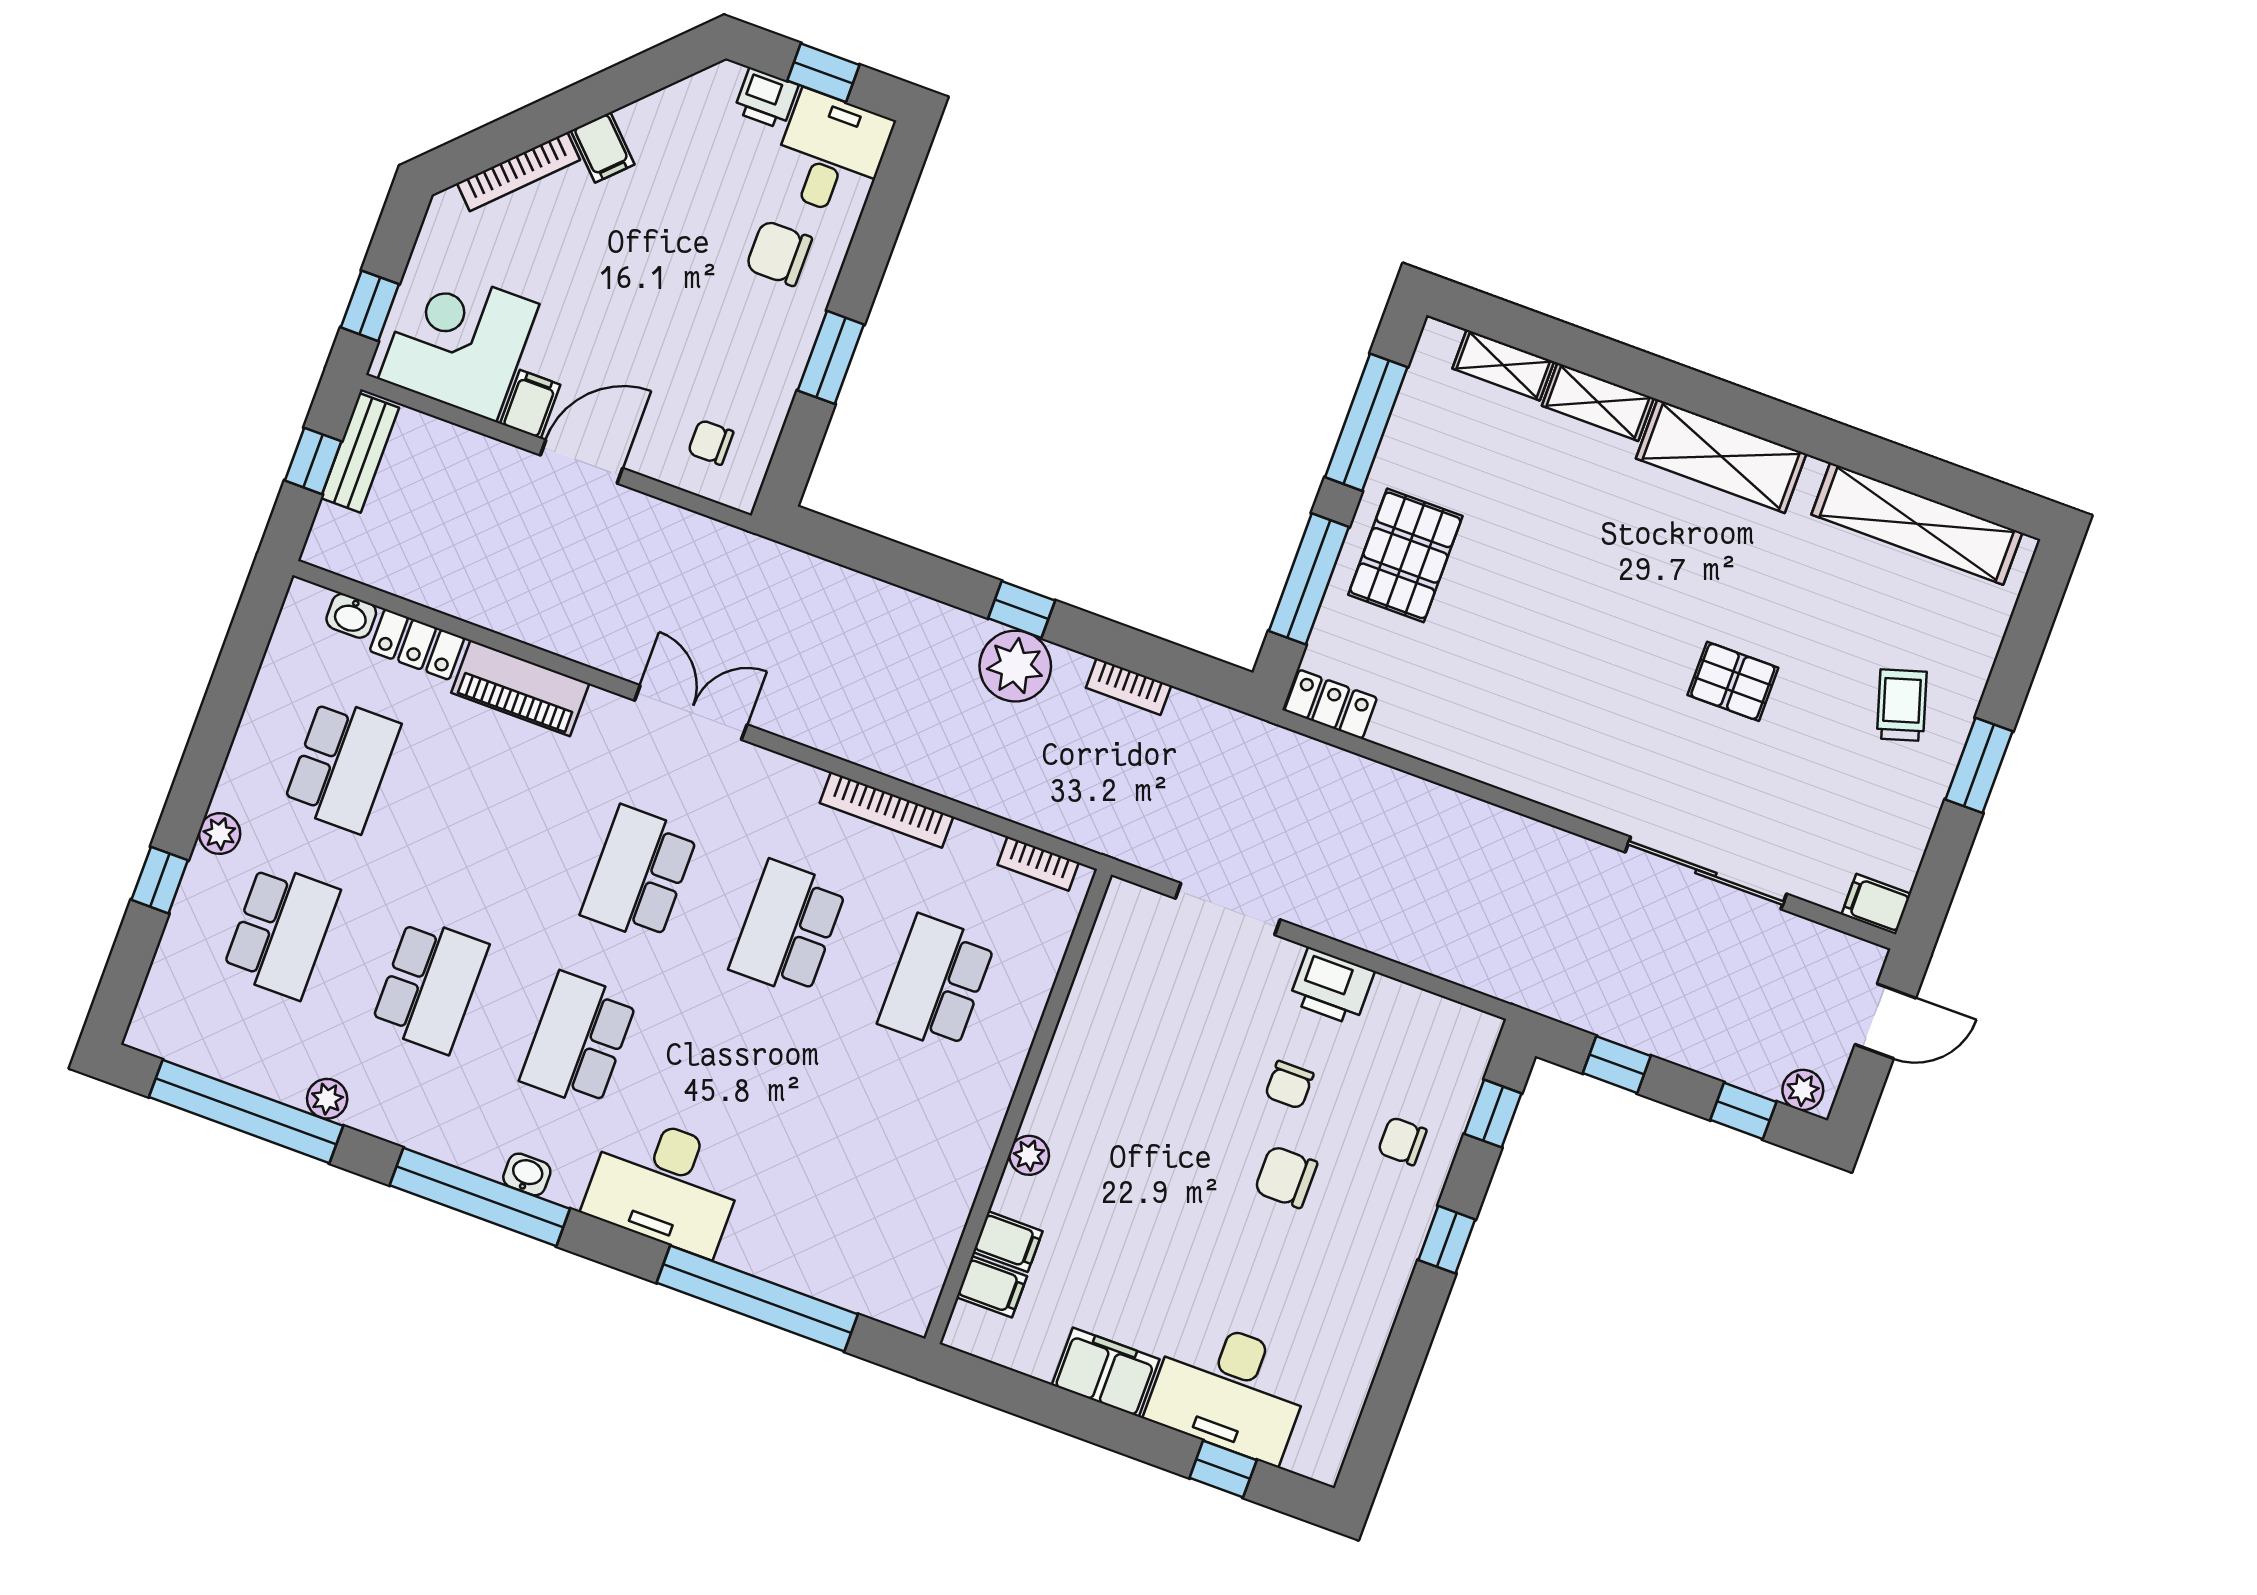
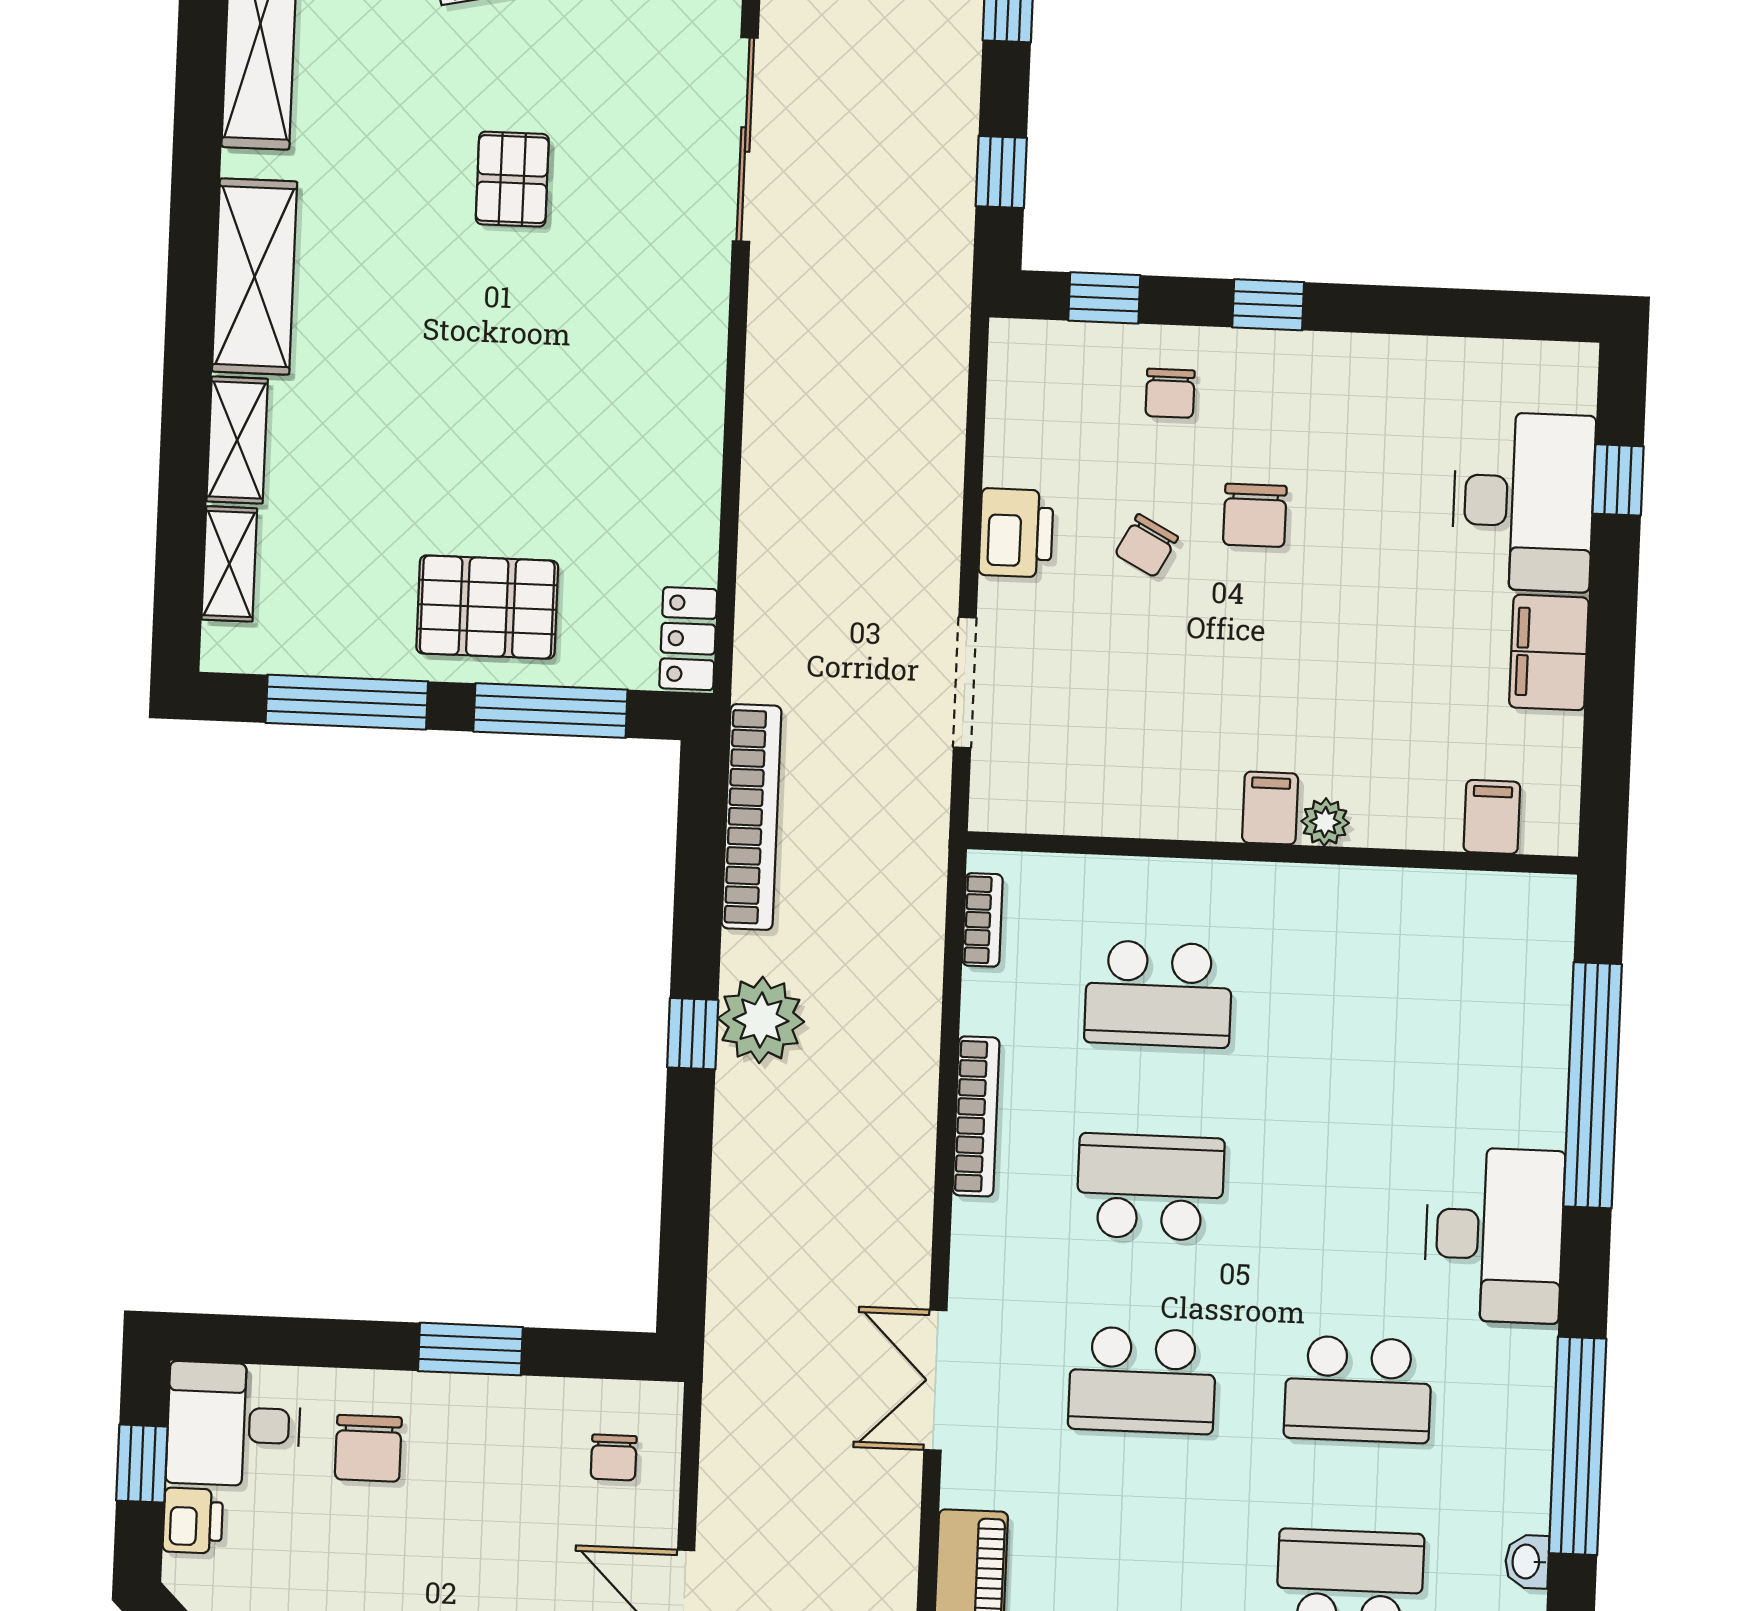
bookcase: (1129, 687) -> (751, 817), width x2.31, depth x1.31
school desk: (788, 928) -> (1150, 1187), turned 180
chair: (1289, 1085) -> (1147, 546), turned 118
washbasin: (527, 1174) -> (1527, 1562), moved
filing cabinet: (1008, 1242) -> (1270, 808), moved

